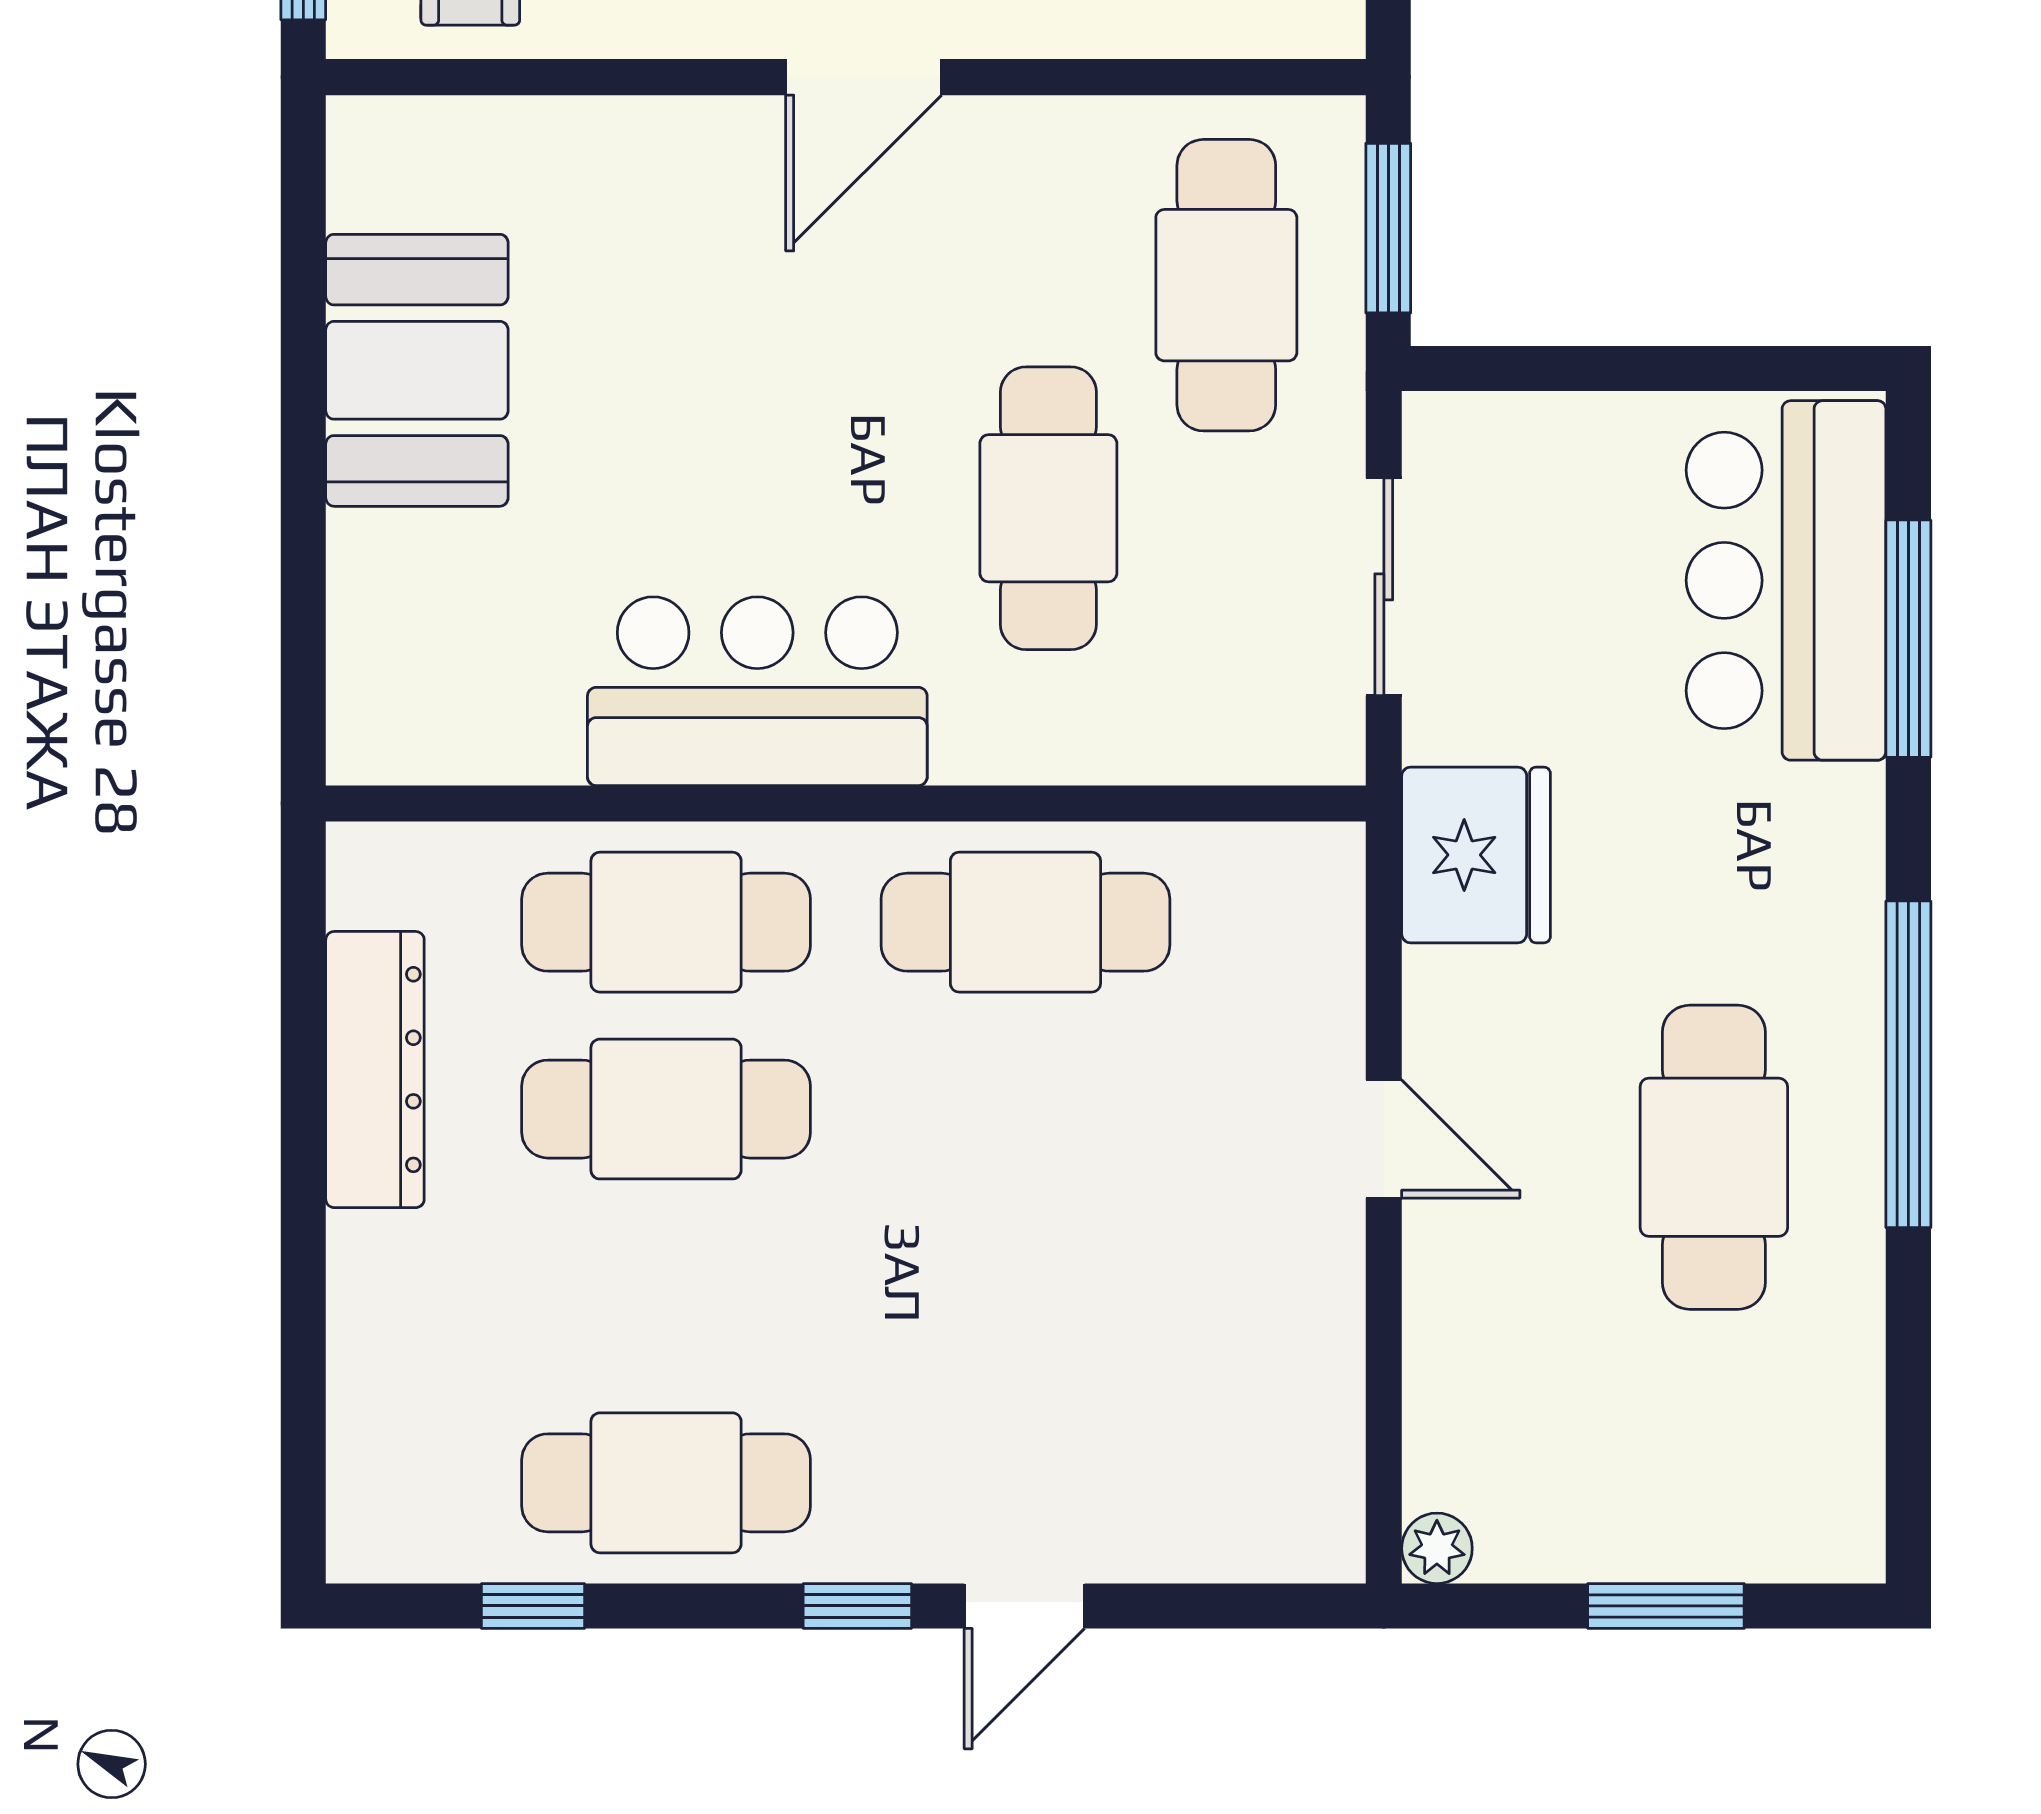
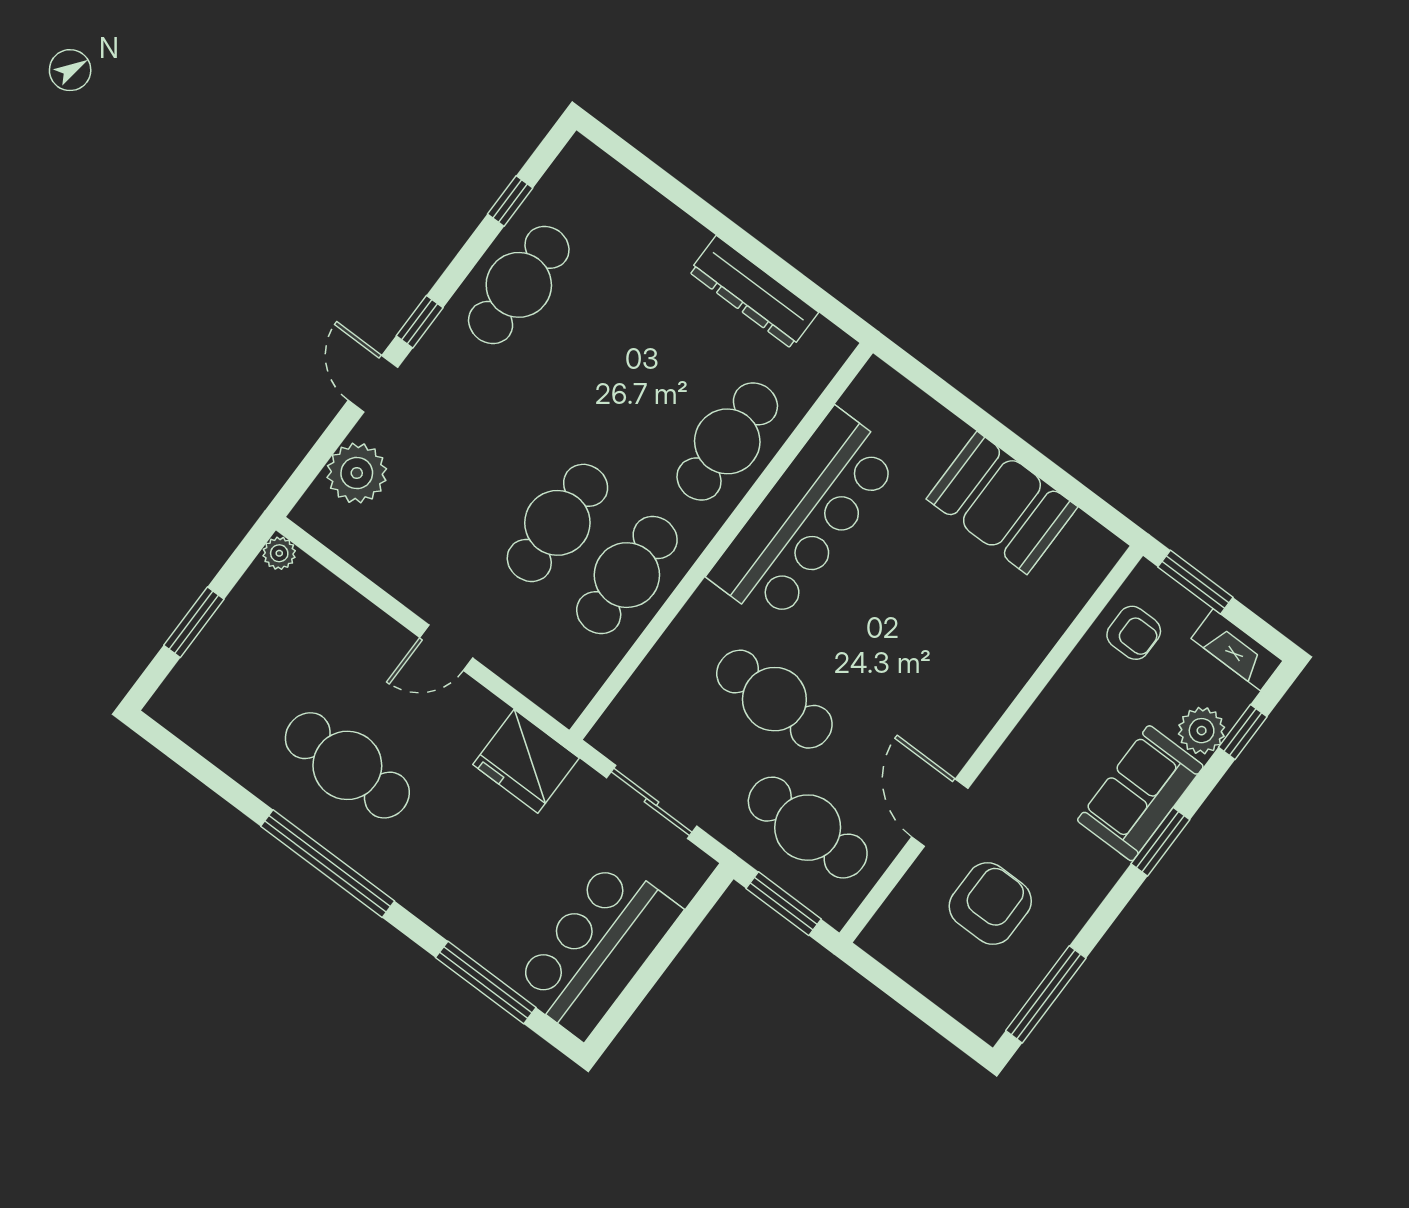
door: (864, 77) -> (940, 813), moved
bar counter: (1786, 580) -> (597, 949), moved, turned -90
bar counter: (757, 691) -> (805, 517), width x1.36
cafe table: (666, 1109) -> (557, 523), moved
plant: (1199, 1519) -> (357, 473), added

